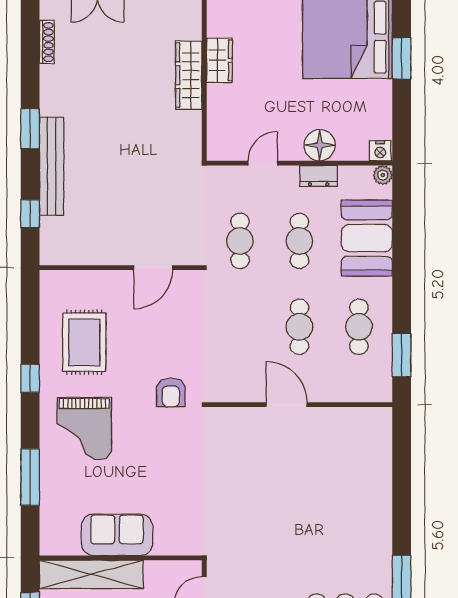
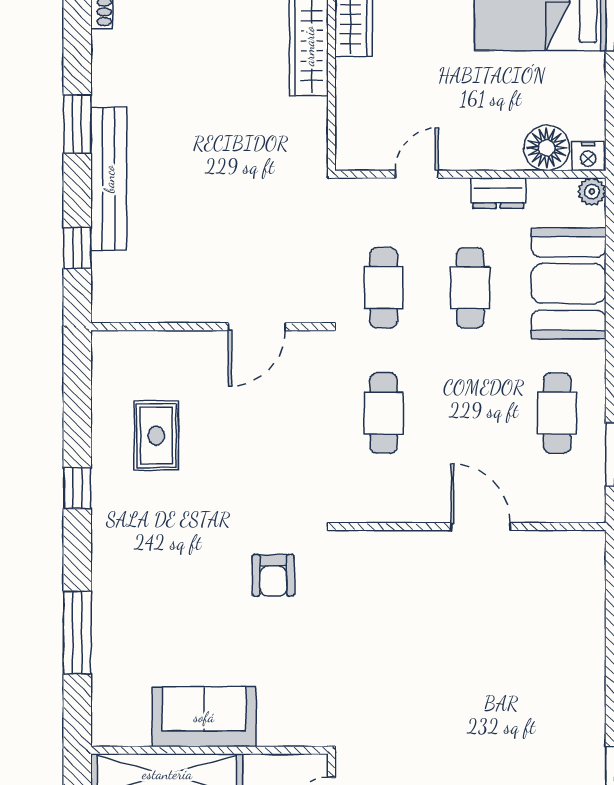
floor lamp: (320, 145) -> (547, 148), moved
cafe table: (299, 327) -> (384, 413), moved
rug: (84, 342) -> (156, 436), width x0.73, depth x0.70
armchair: (171, 392) -> (273, 575), moved
door: (287, 405) -> (481, 527), moved
grand piano: (84, 429) -> (156, 562), removed

